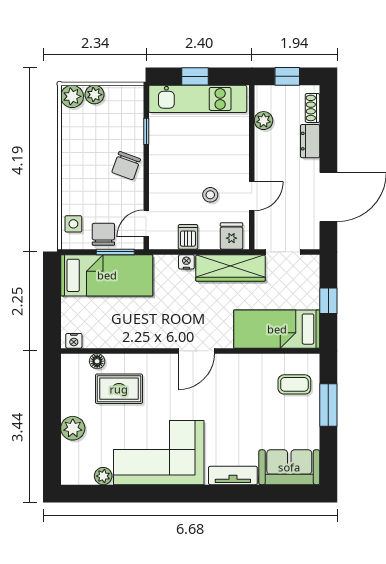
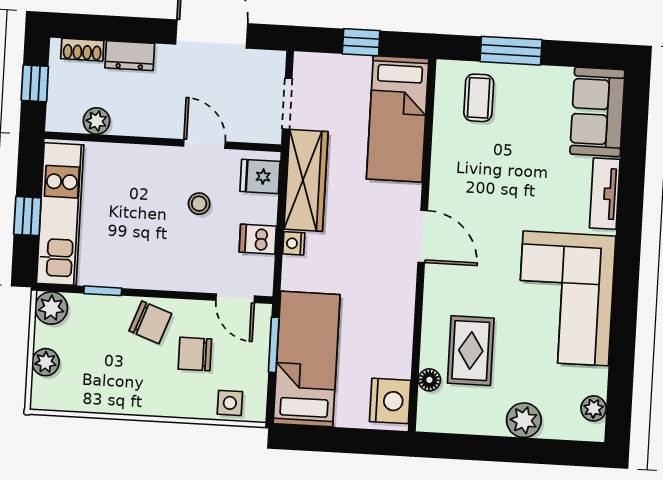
plant: (72, 96) -> (51, 308), moved
chair: (103, 234) -> (195, 354), moved
nightstand: (74, 341) -> (390, 401), width x1.89, depth x1.79
plant: (103, 476) -> (594, 408), moved

